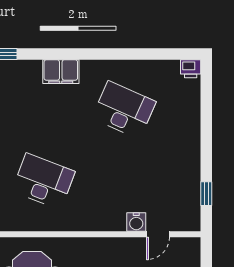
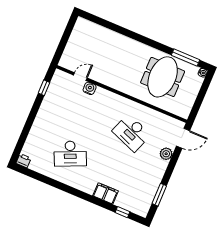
filing cabinet: (61, 72) -> (105, 193), moved
desk: (124, 110) -> (70, 154), turned -48

